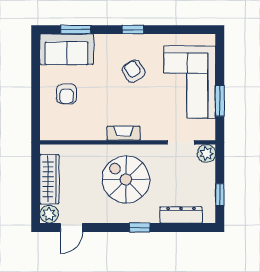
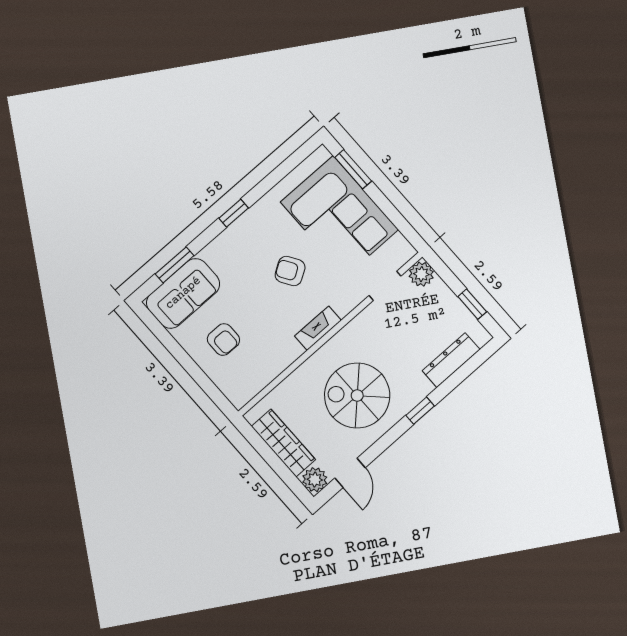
armchair: (134, 71) -> (290, 271), moved
window: (220, 101) -> (353, 169), moved
spiral stairs: (126, 180) -> (357, 396), moved

